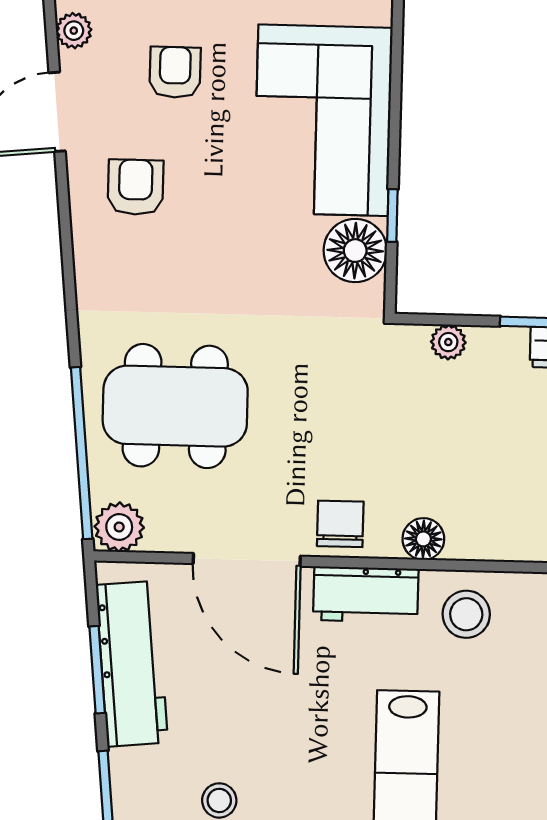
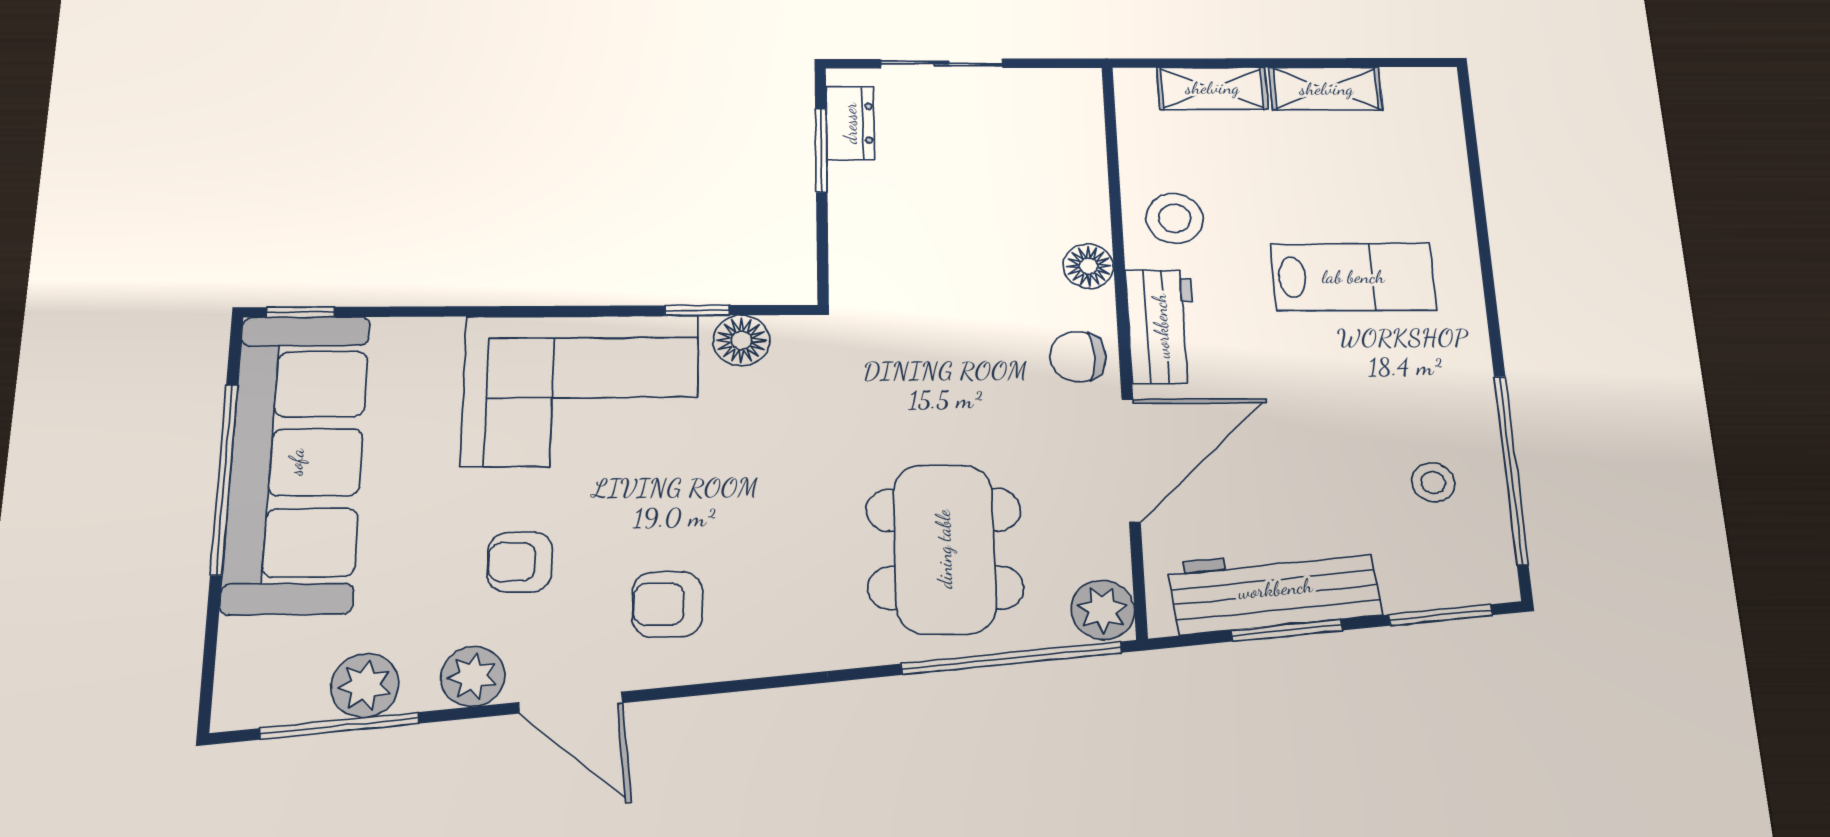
plant: (74, 31) -> (473, 677), width x1.38, depth x1.38
floor lamp: (355, 251) -> (741, 340), width x0.73, depth x0.73
plant: (448, 342) -> (849, 246), removed

